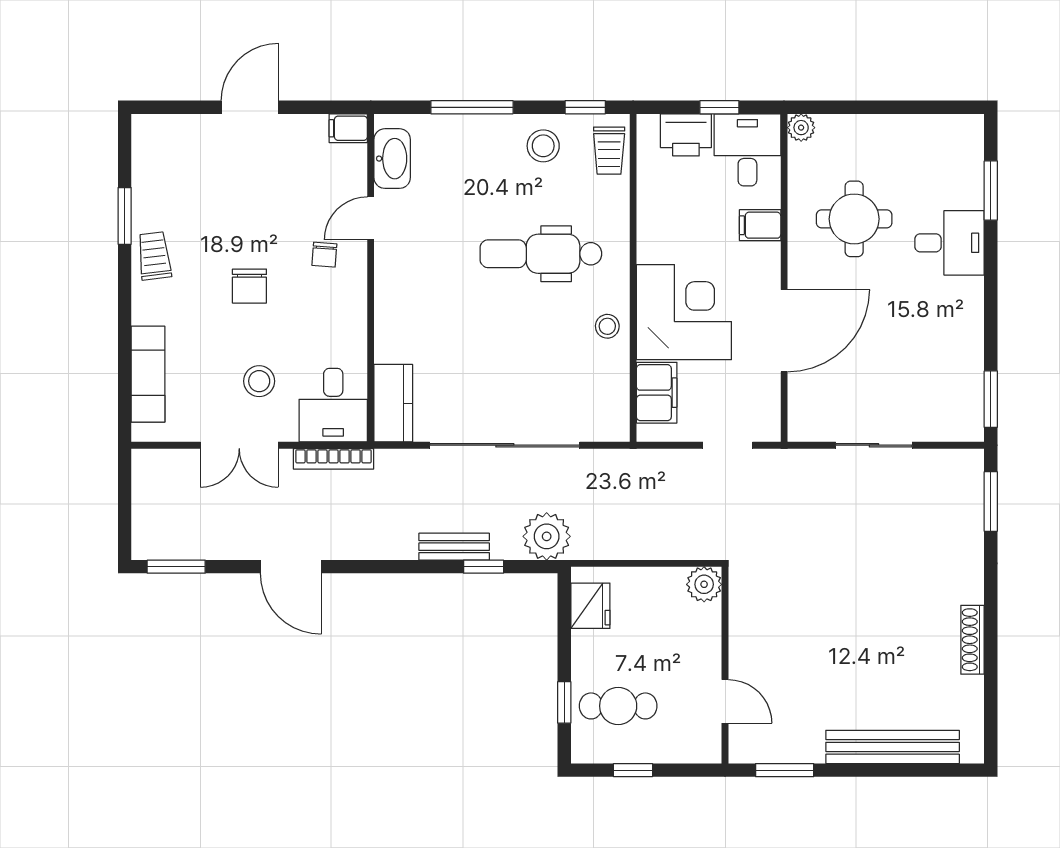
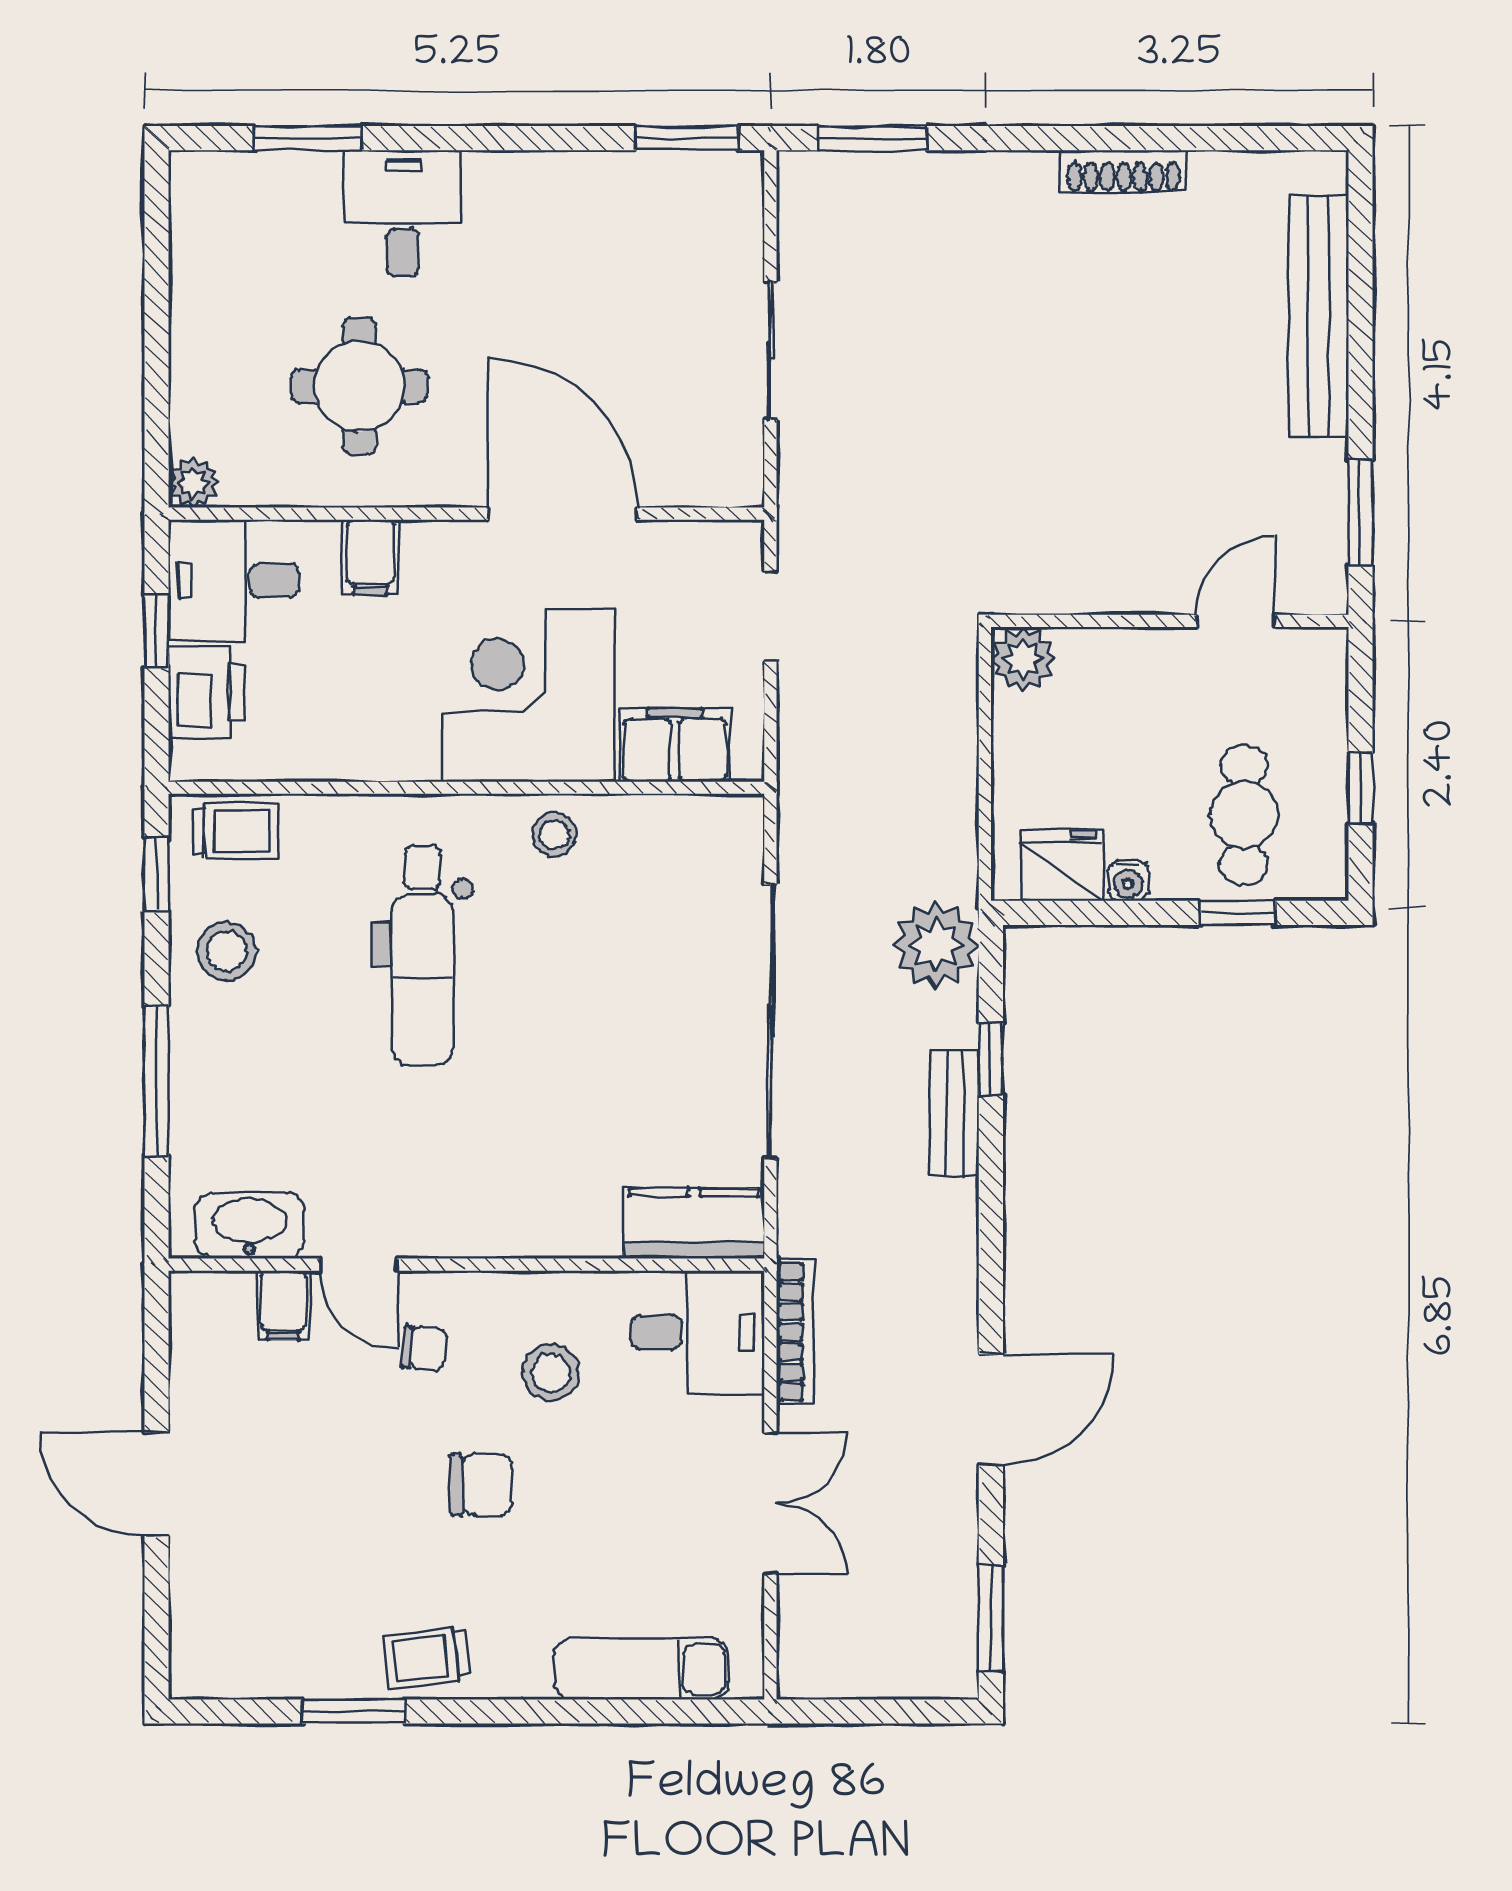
filing cabinet: (348, 128) -> (283, 1305), moved
stool: (259, 381) -> (551, 1372), moved
water cooler: (582, 642) -> (1128, 881), added

